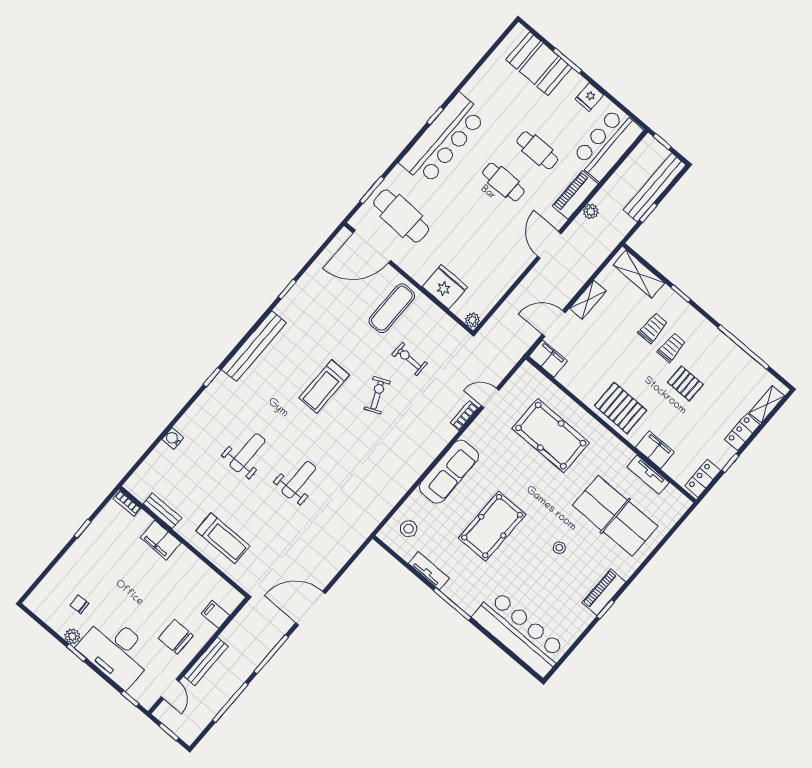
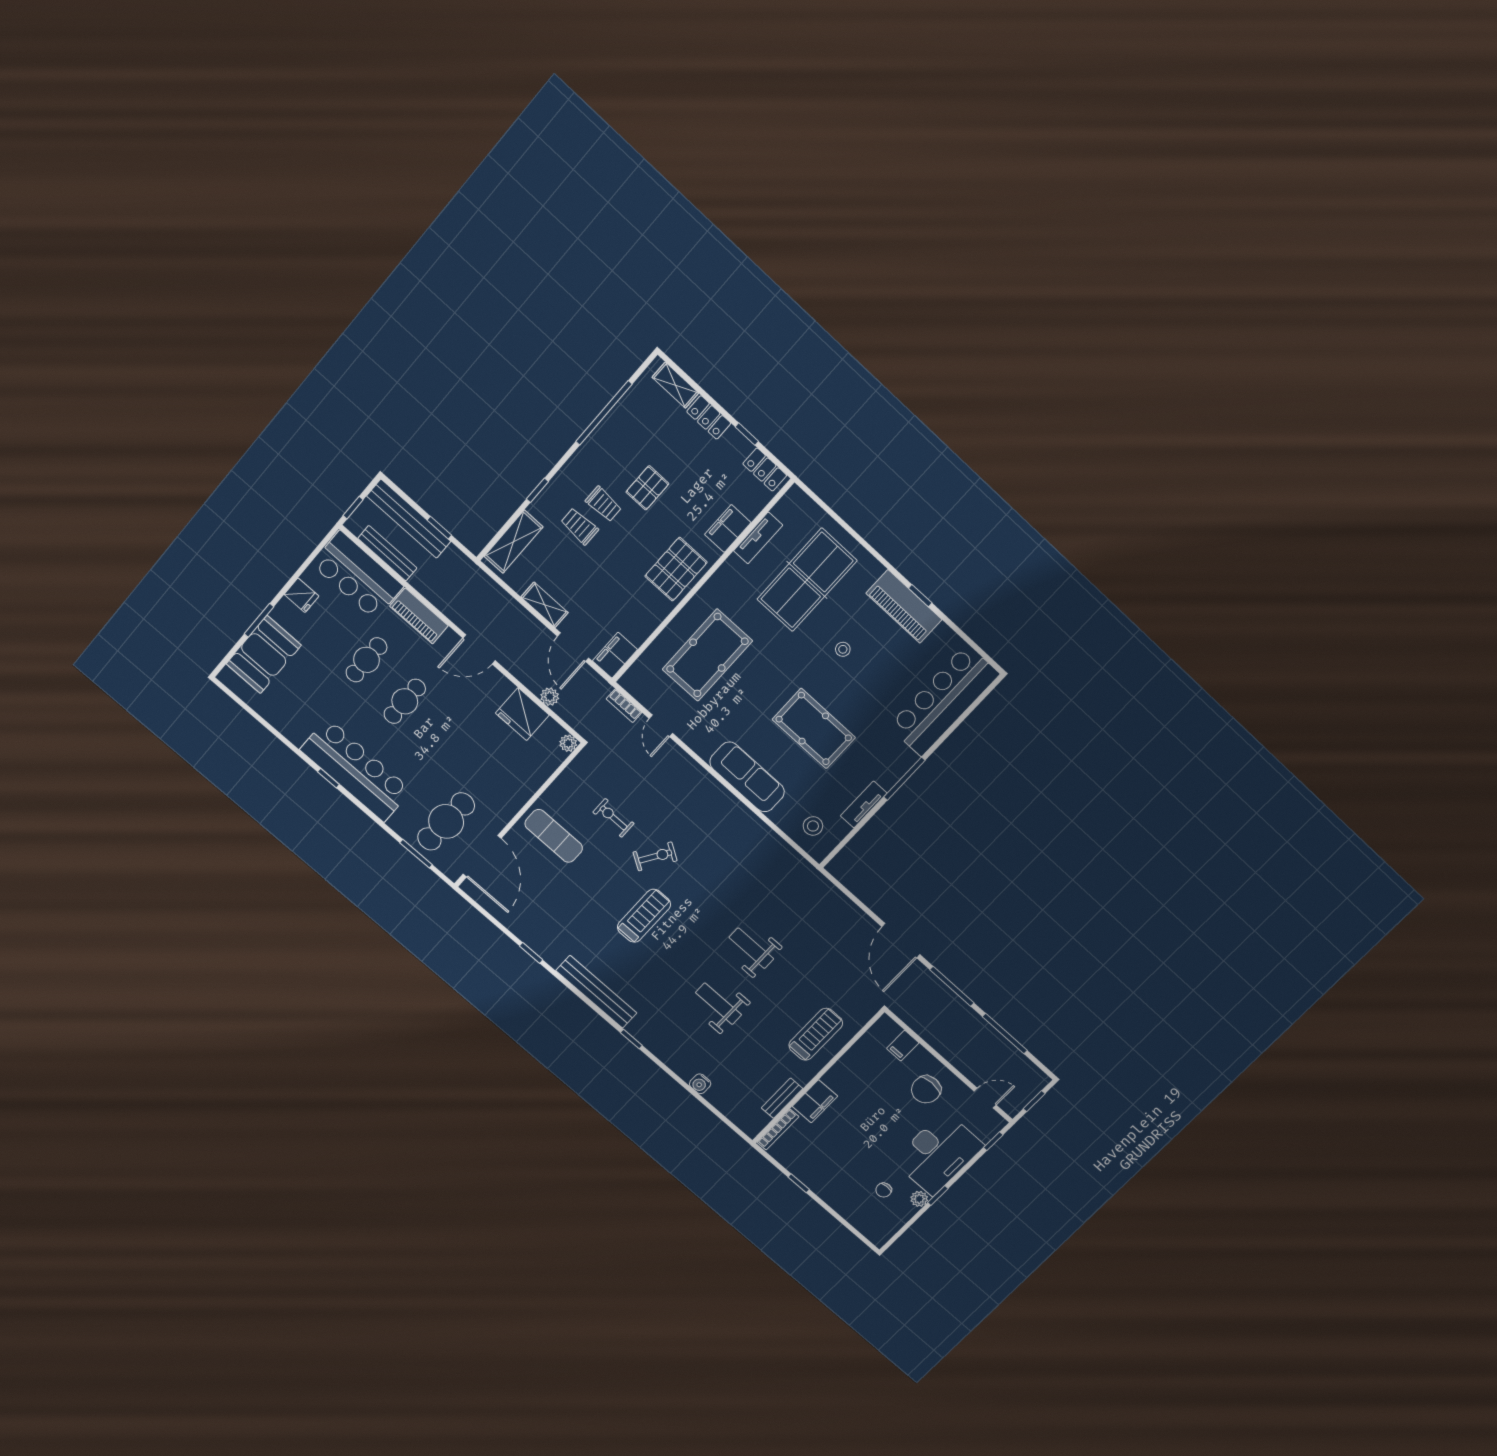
plant: (591, 211) -> (550, 697), moved
fridge: (445, 287) -> (522, 714), moved, turned -90
trolley: (671, 348) -> (603, 504), turned 180
exercise bike: (410, 359) -> (613, 818), turned 90
treadmill: (324, 386) -> (644, 916), turned -90
exercise bike: (377, 395) -> (655, 856), turned 146
bookcase: (464, 416) -> (624, 706), moved
bookcase: (127, 503) -> (778, 1129), width x1.56
piano: (604, 592) -> (904, 606), width x1.37, depth x1.33
bench: (206, 661) -> (387, 553), moved

